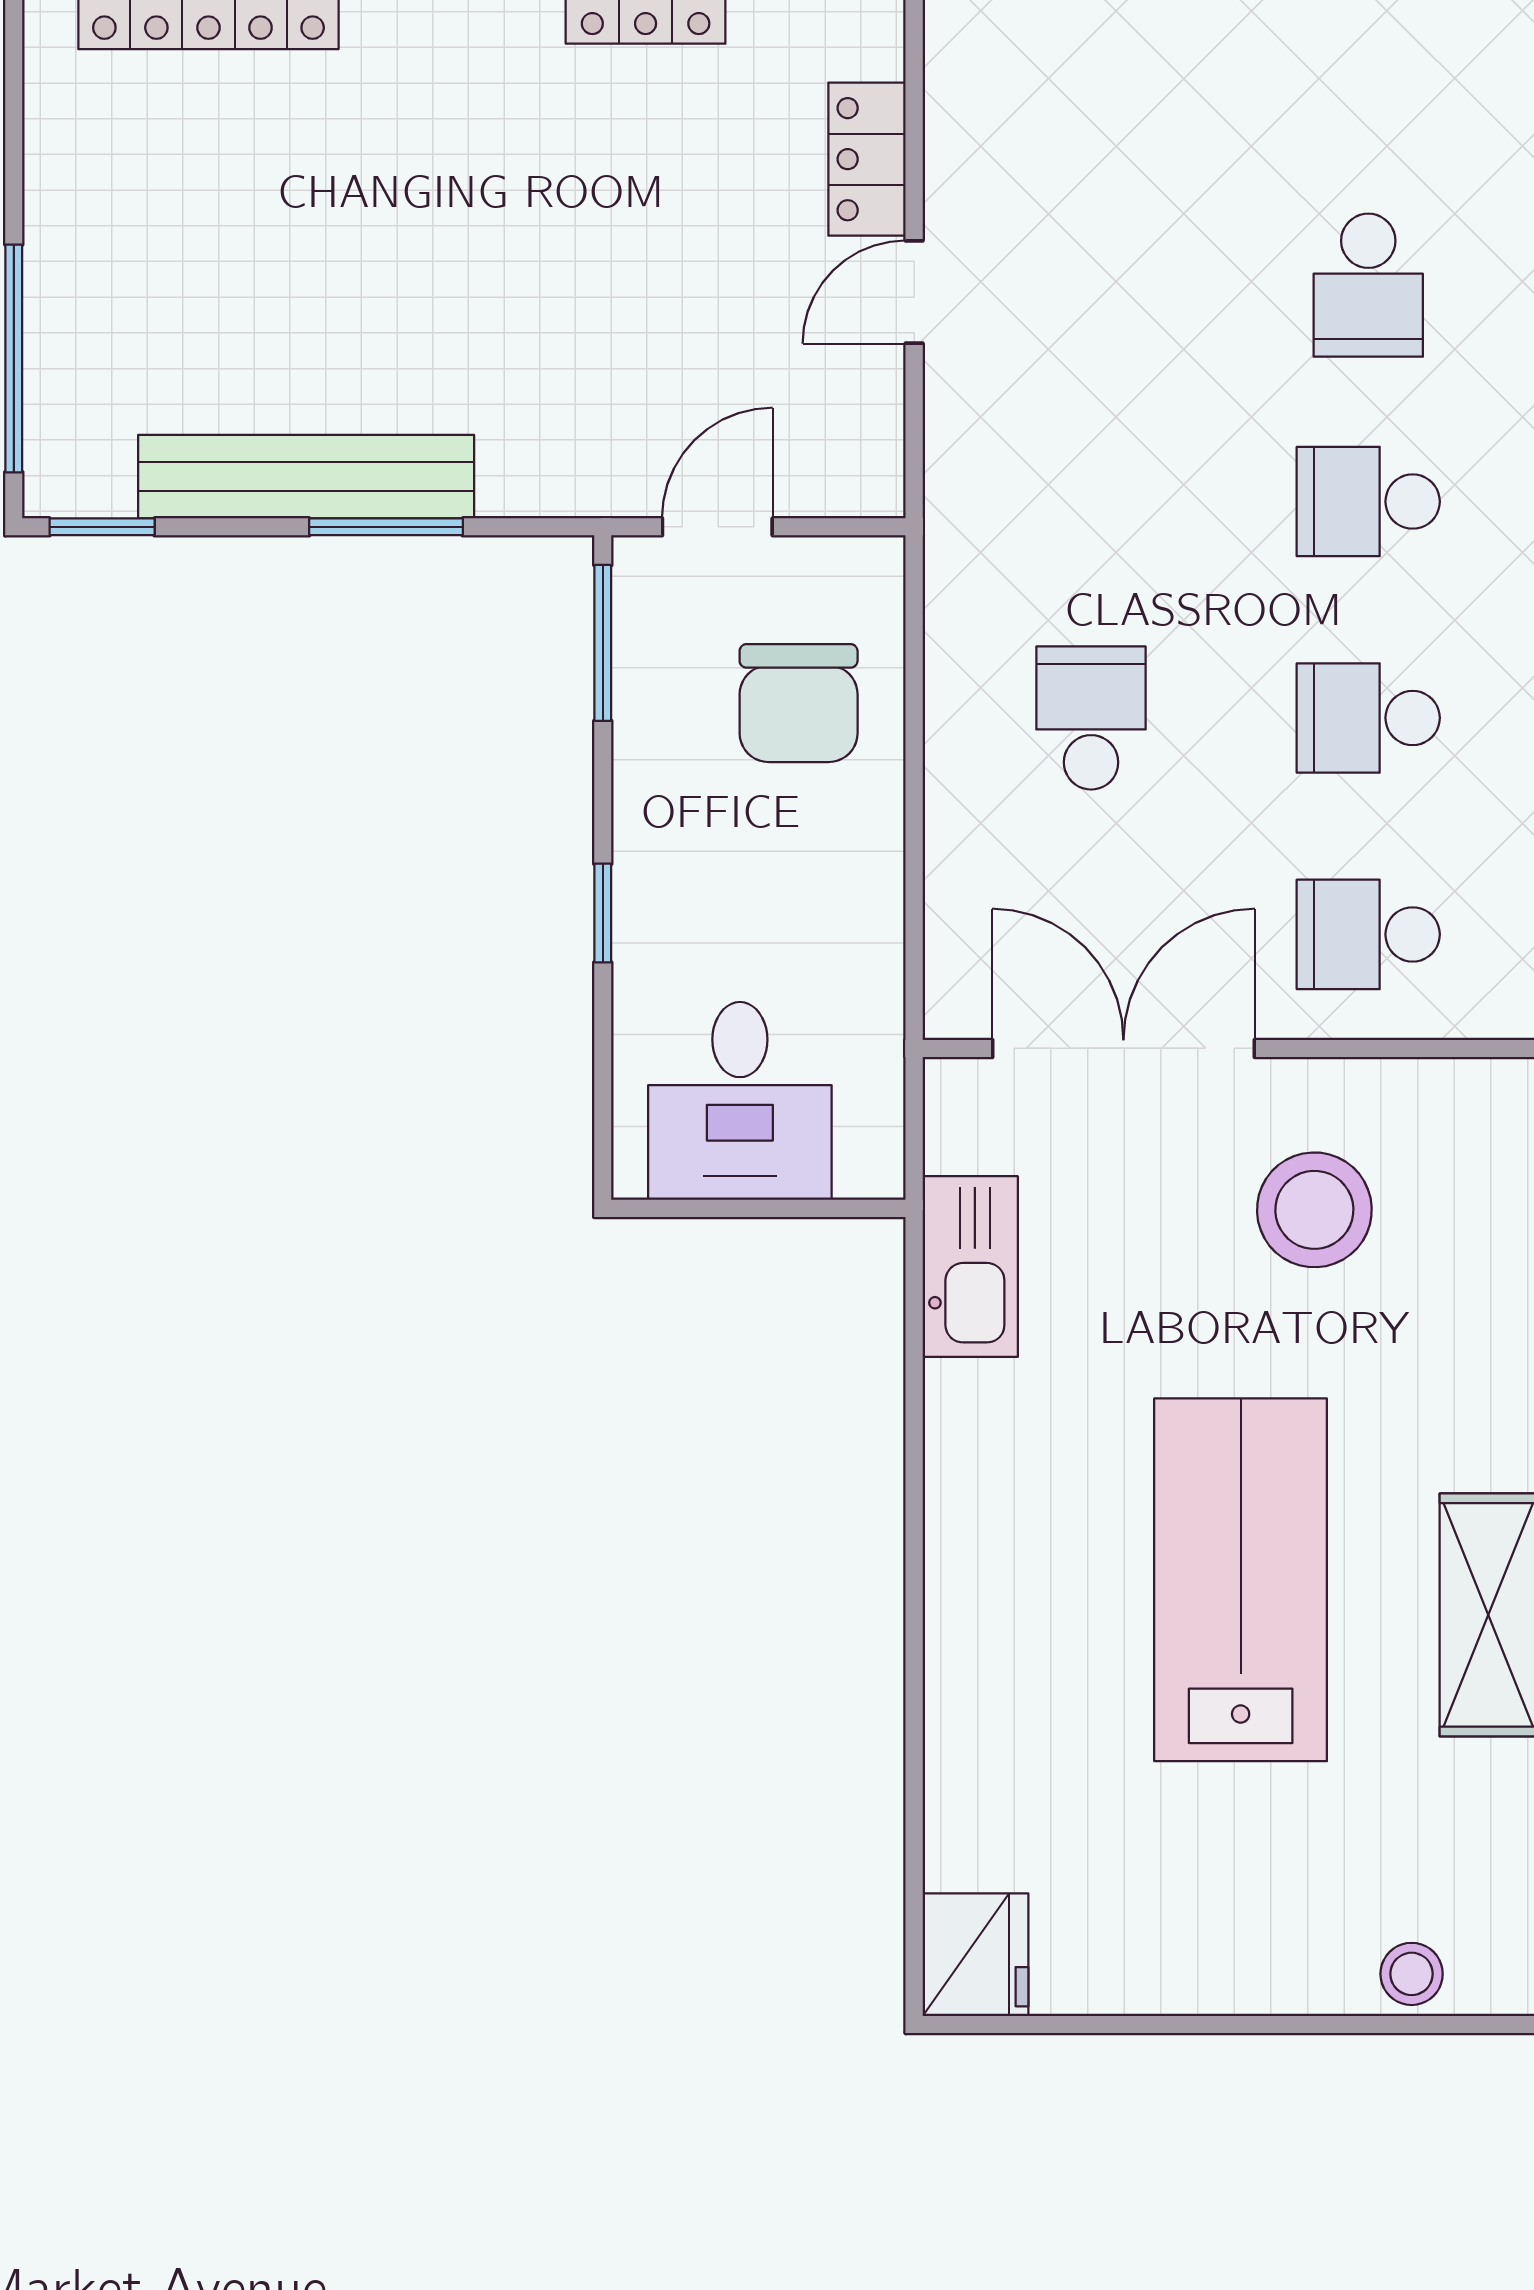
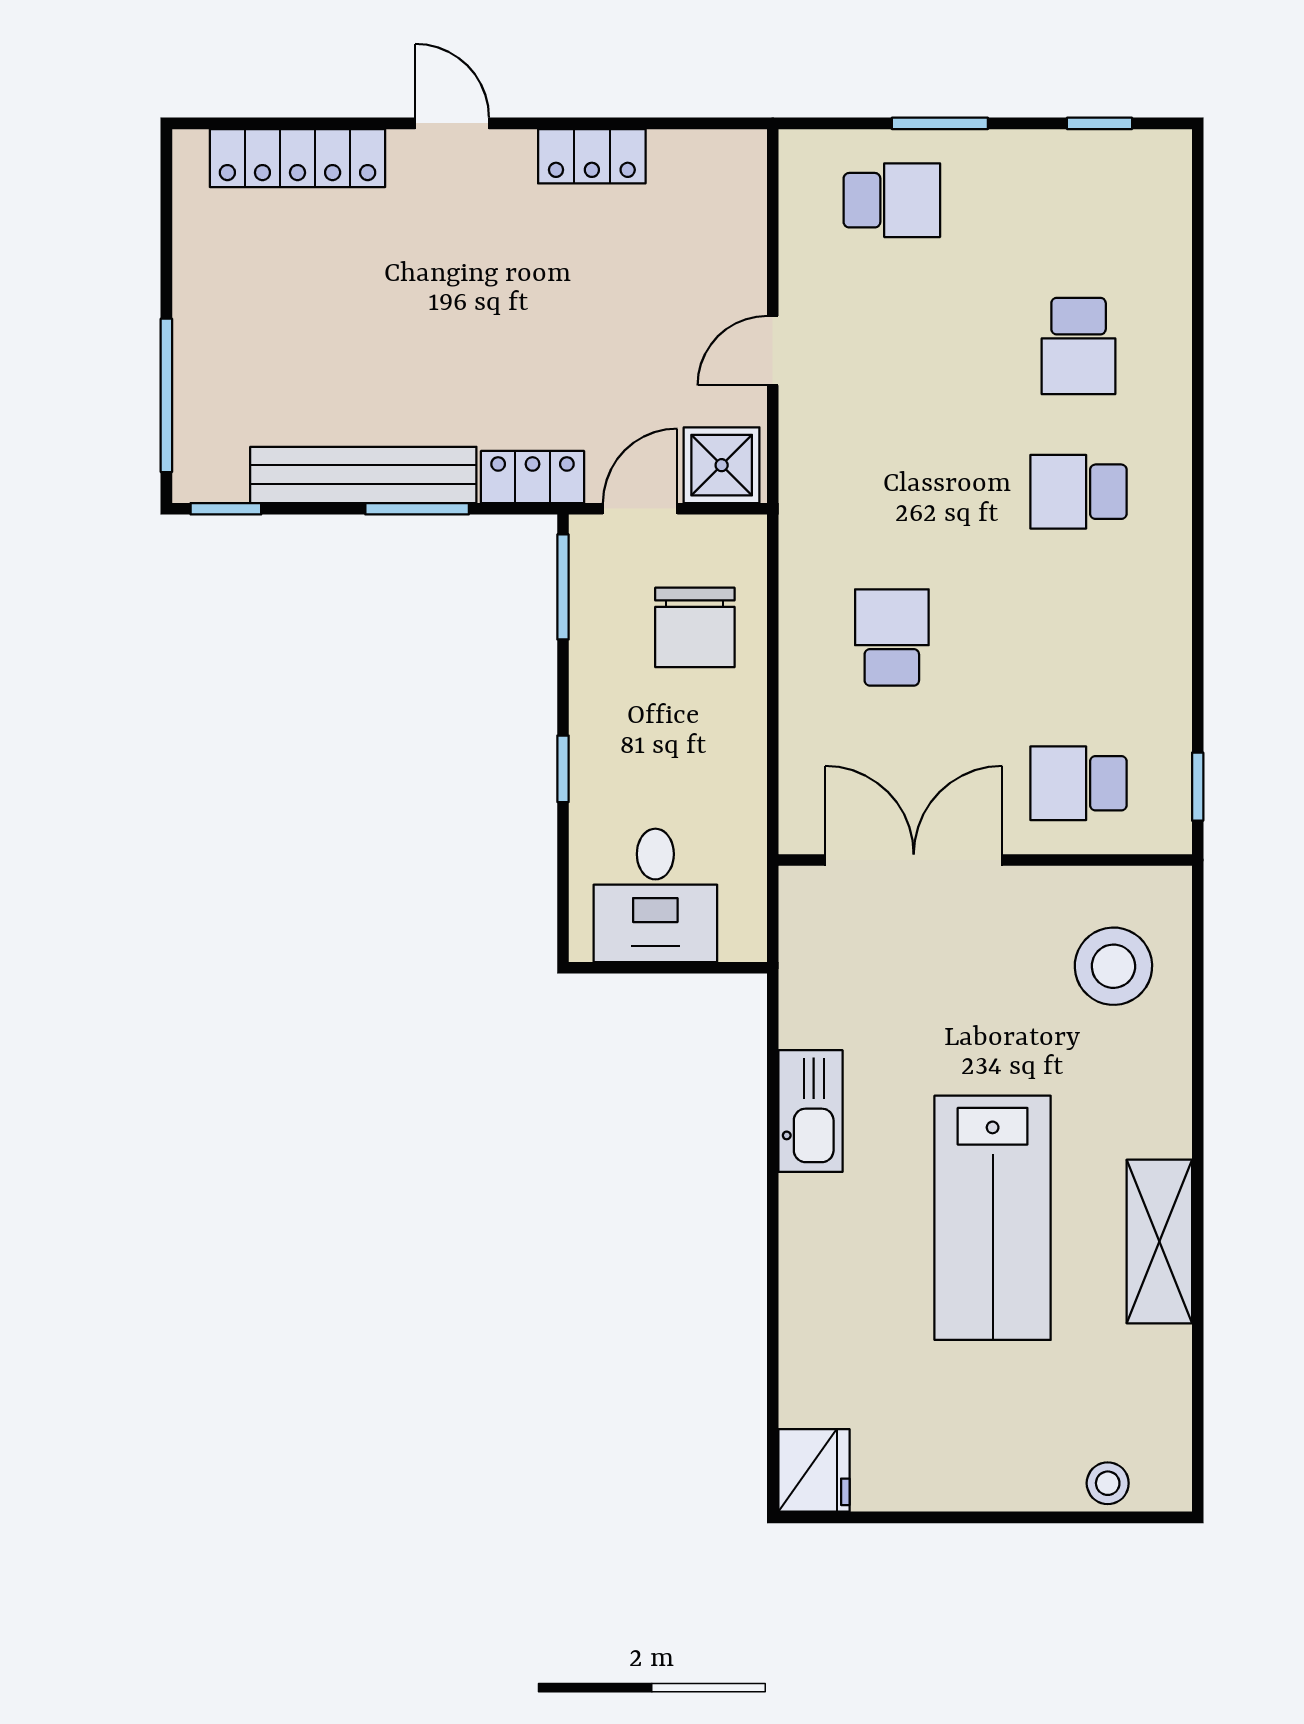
locker: (867, 159) -> (532, 477), moved, turned 90
shower: (838, 462) -> (722, 465), added
school desk: (1368, 718) -> (892, 200), moved, turned 180
stool: (1314, 1210) -> (1113, 966), moved
kitchen sink: (970, 1267) -> (810, 1111), moved
lab bench: (1241, 1580) -> (993, 1218), turned 180

